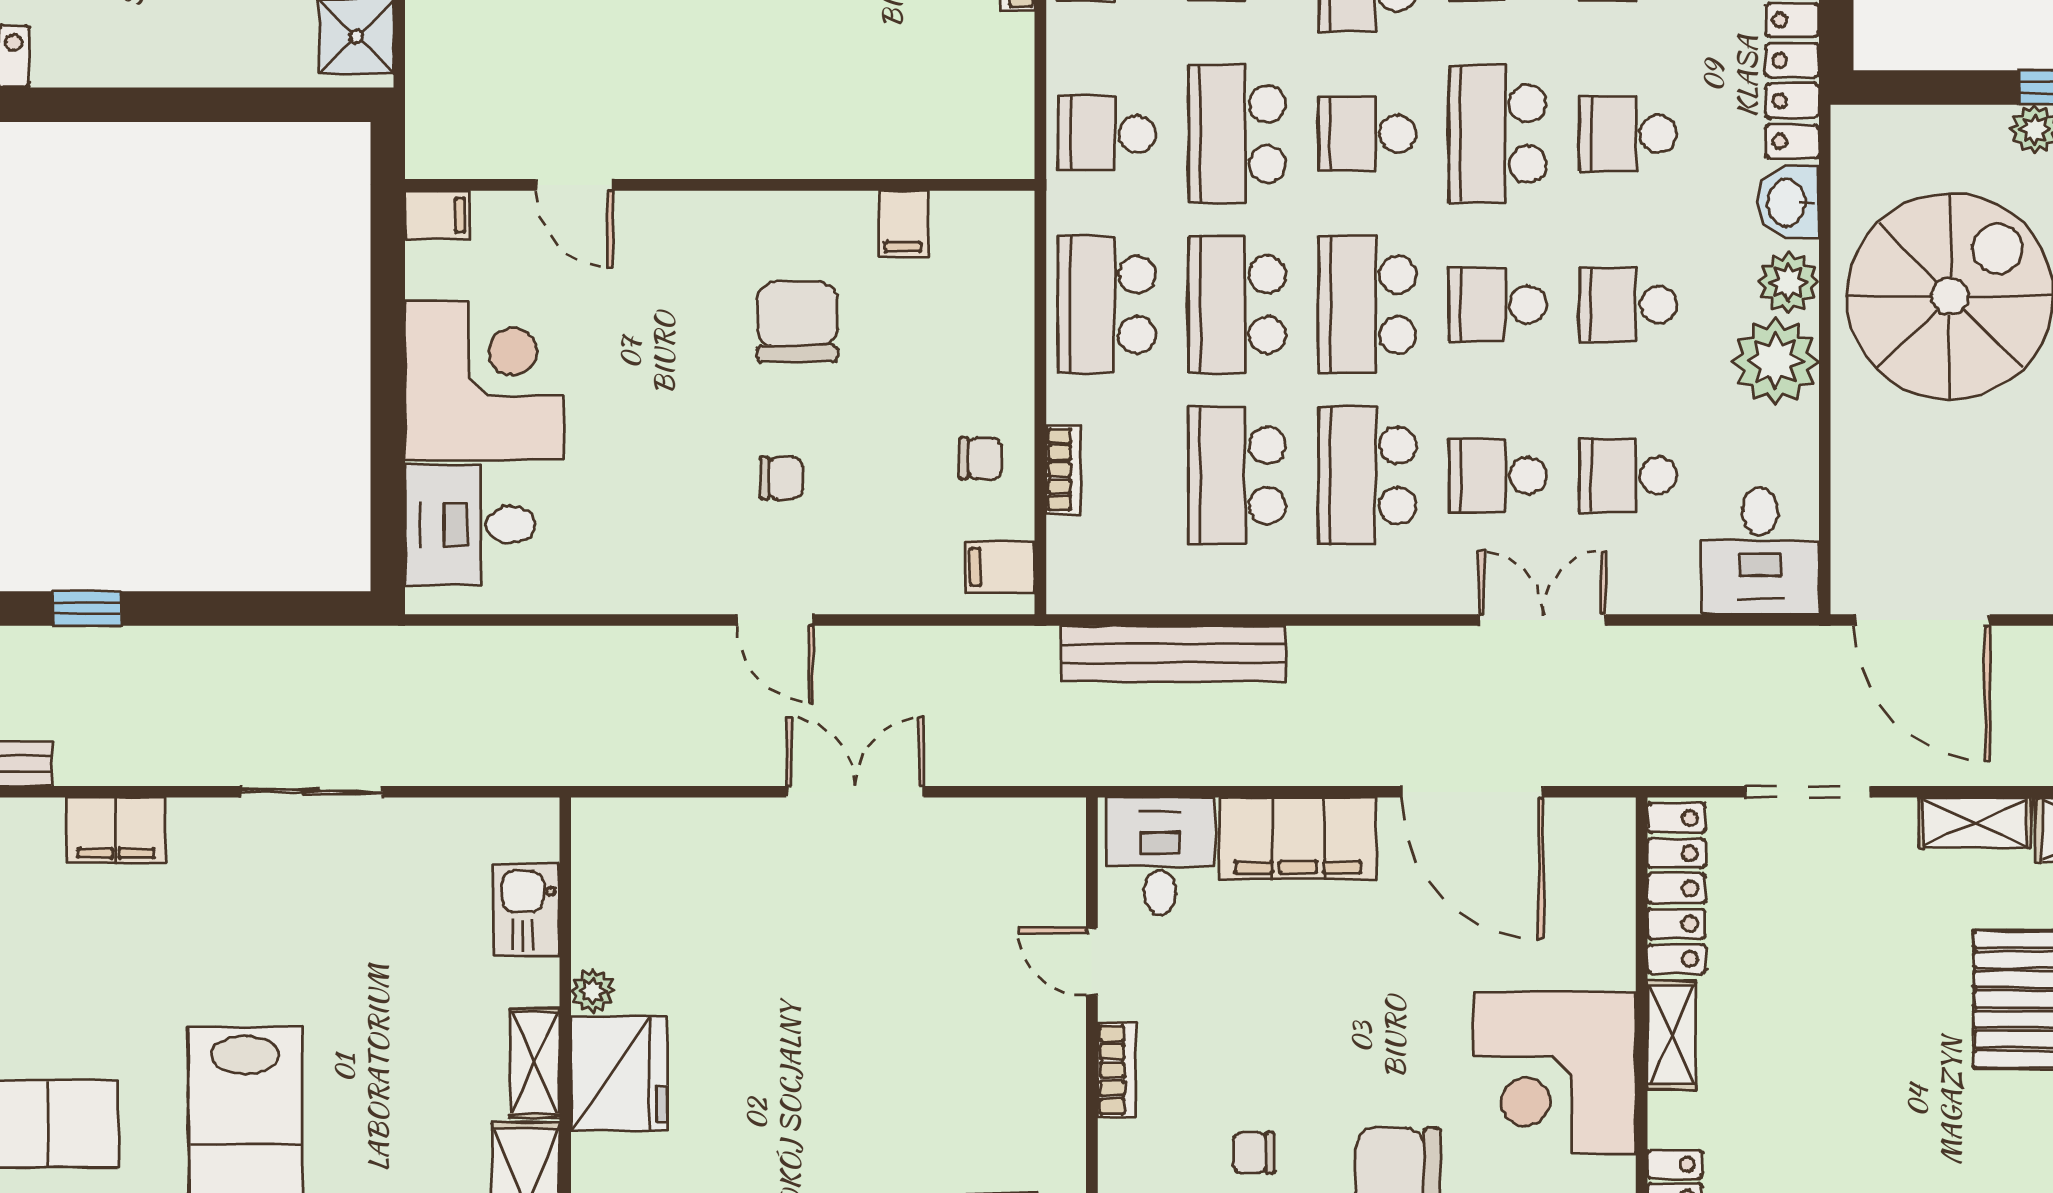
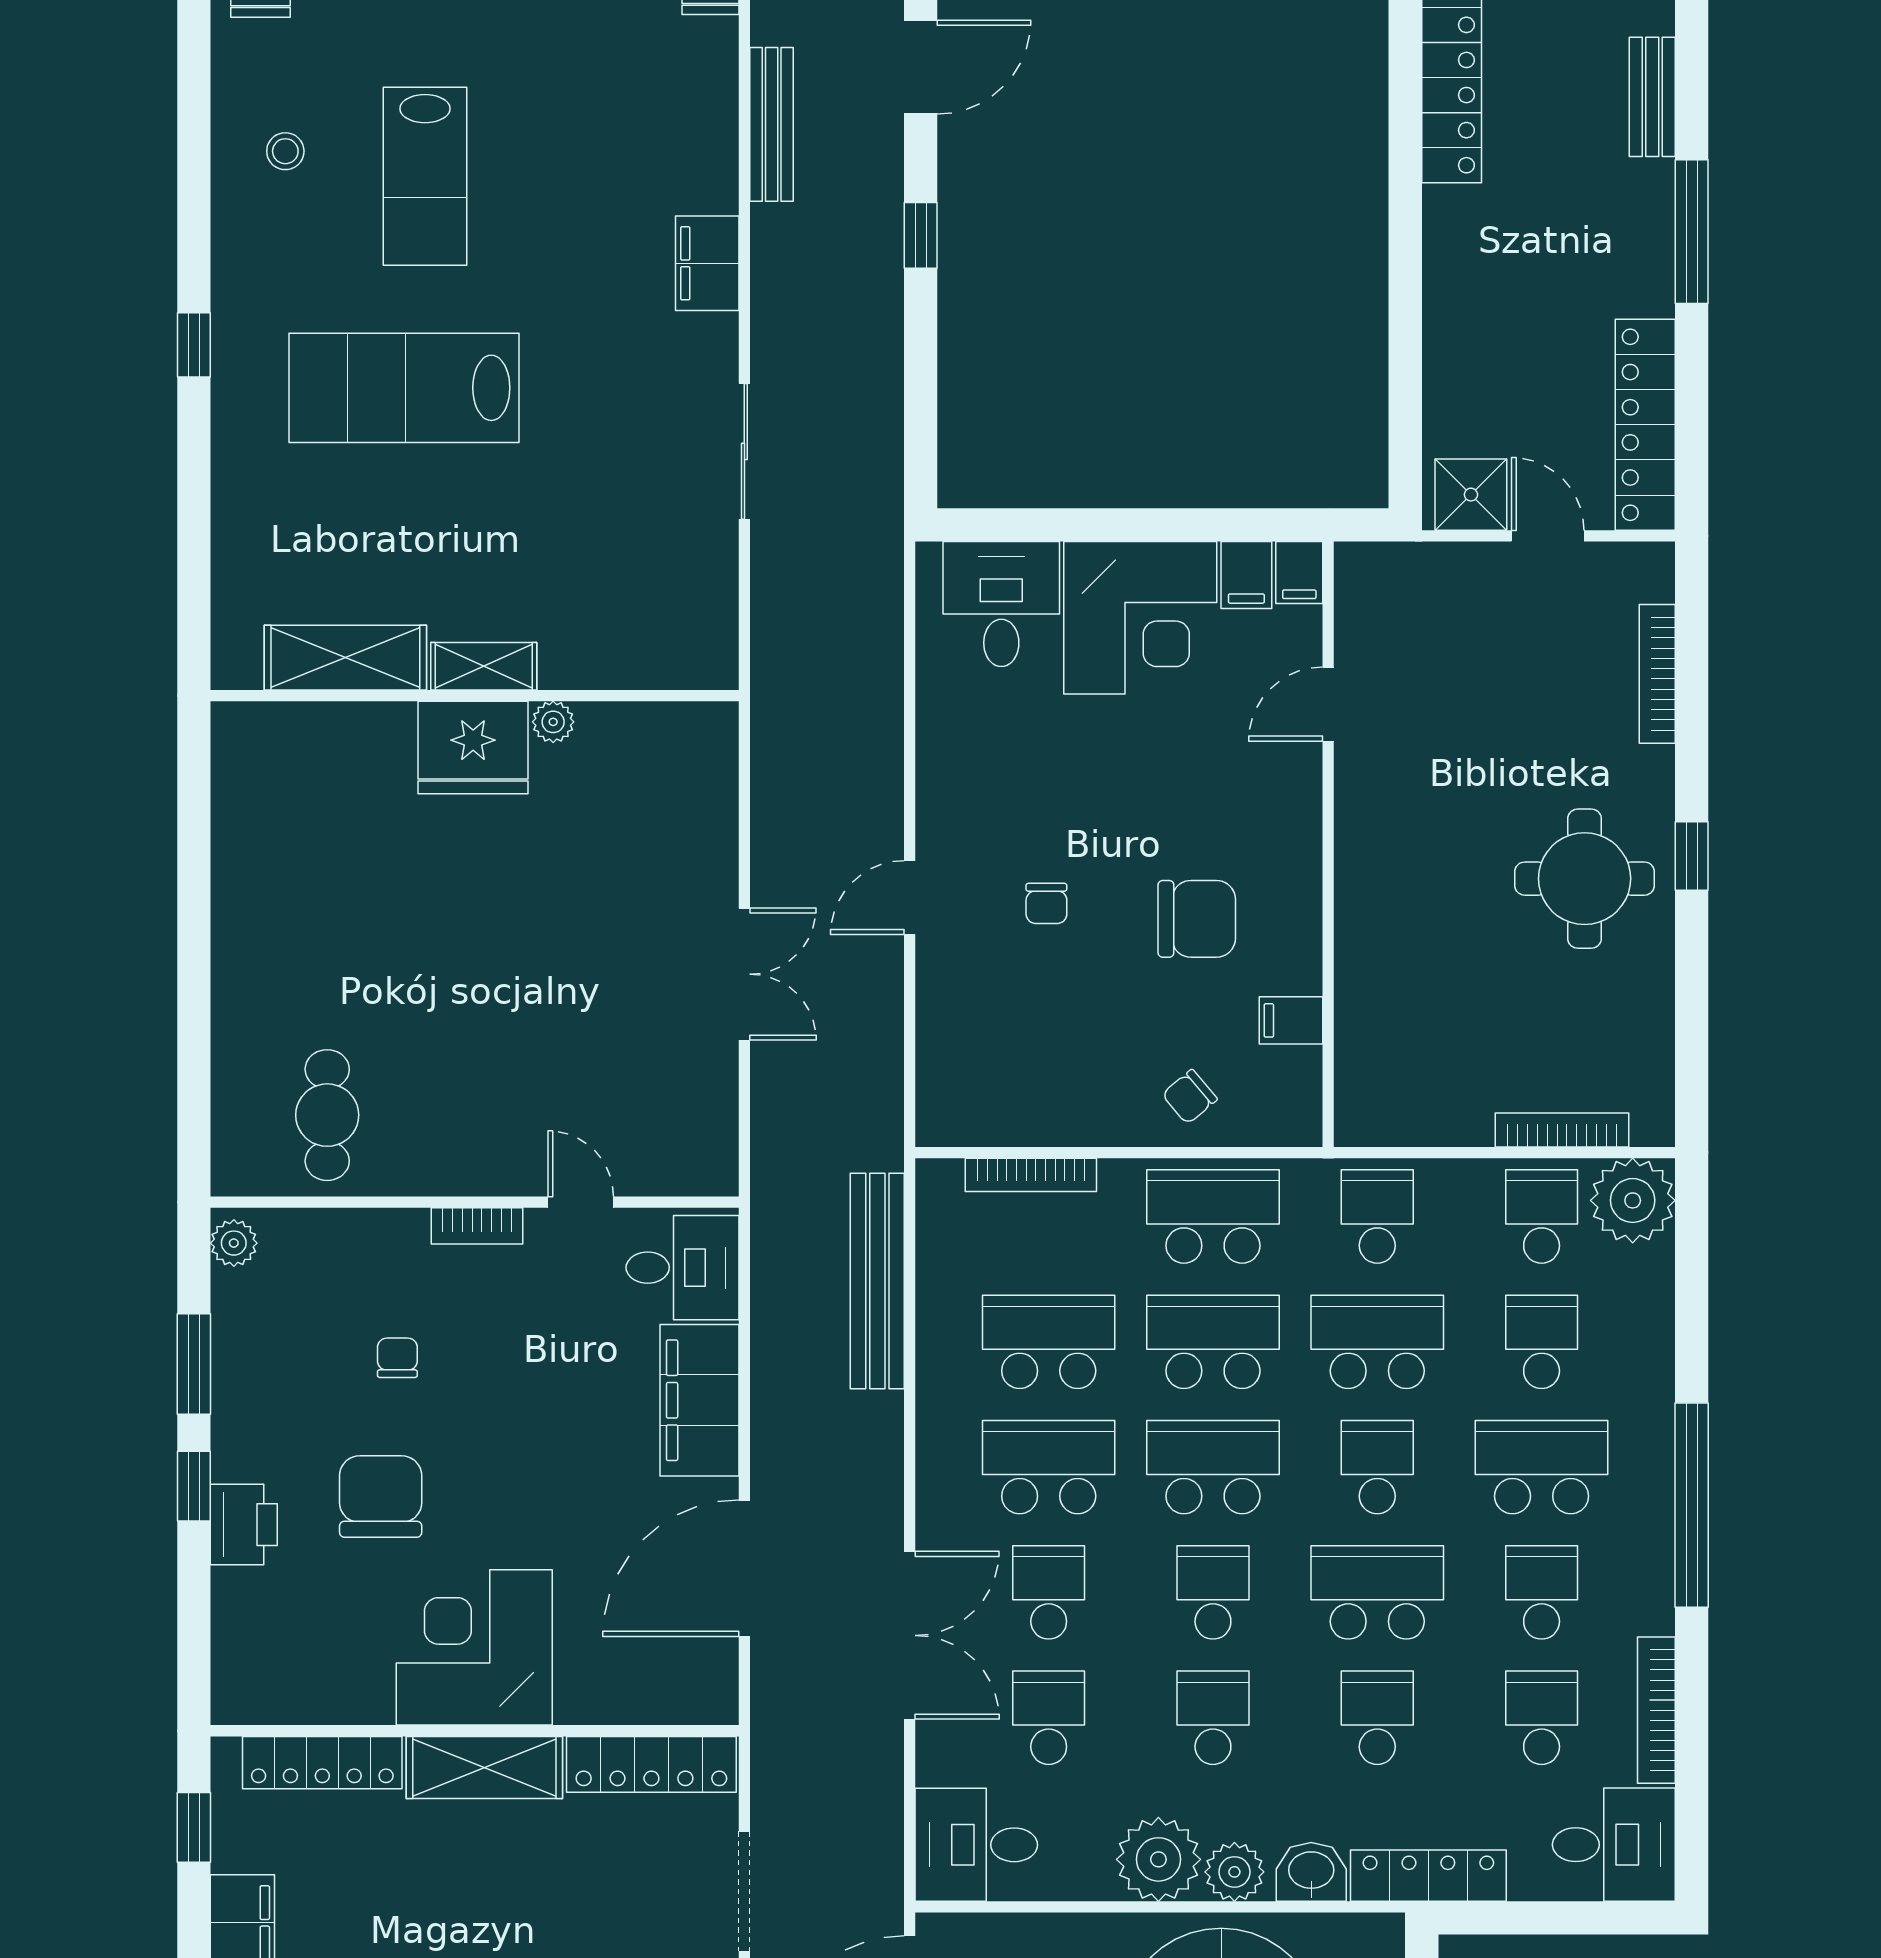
chair: (981, 458) -> (1190, 1097), moved, turned 50
bookcase: (1064, 469) -> (1031, 1175), width x1.56
filing cabinet: (1000, 567) -> (1246, 575), moved, turned 180
double door: (1542, 620) -> (910, 1635), width x1.37
kitchen sink: (526, 910) -> (631, 658), removed
door: (1092, 962) -> (581, 1202), hinge flipped
shelving: (1672, 1035) -> (484, 1767), width x1.50, depth x1.33

